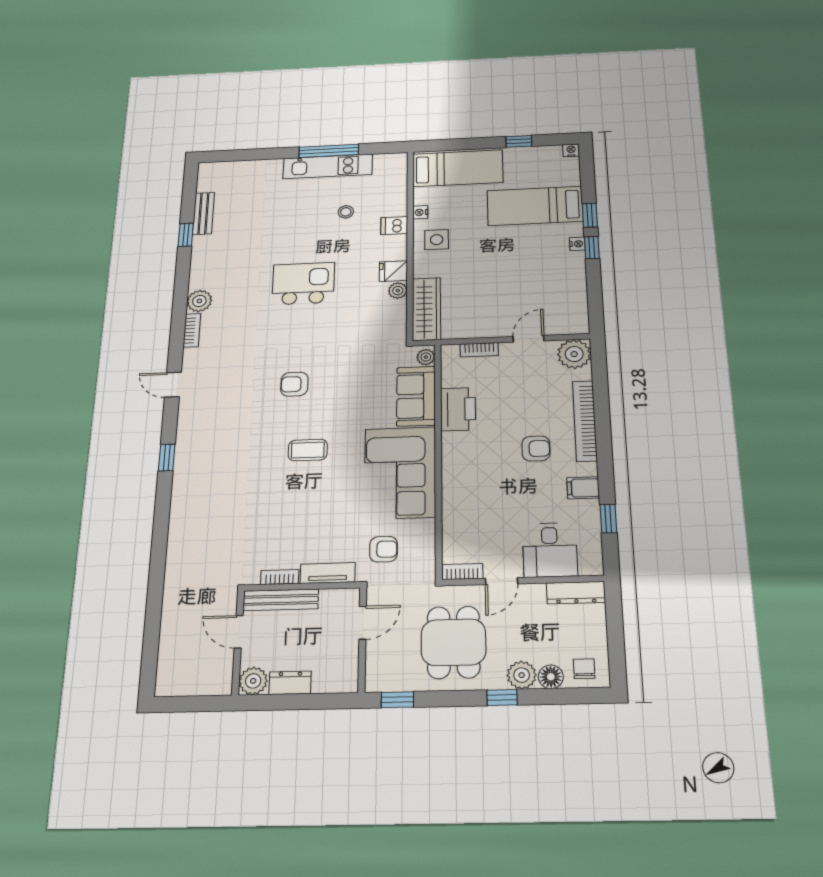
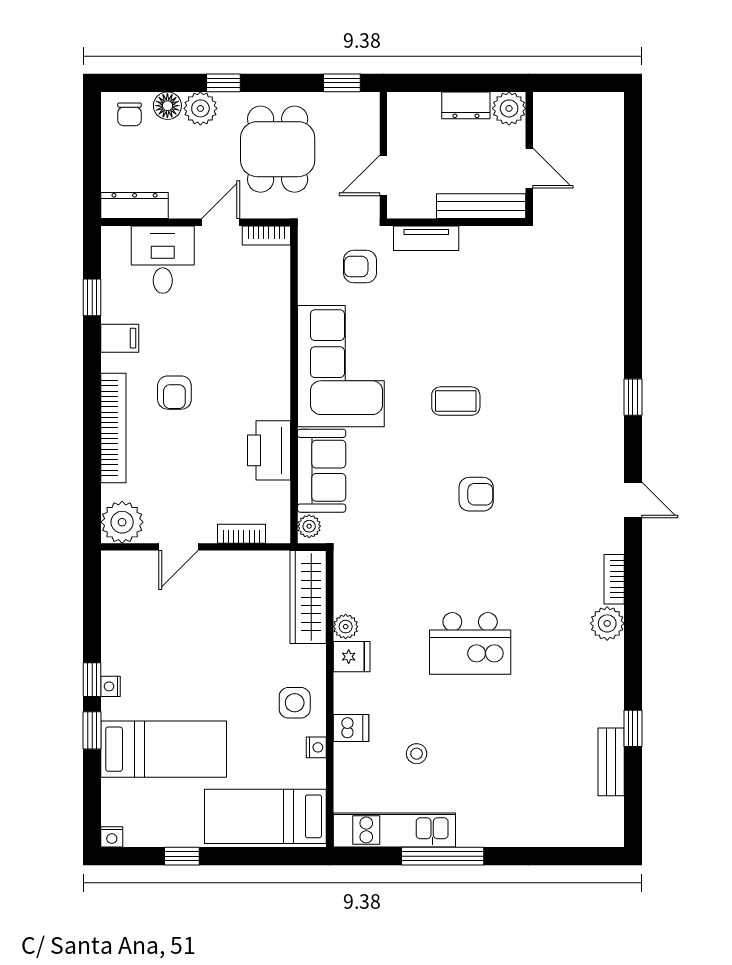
kitchen unit: (328, 166) -> (394, 830), moved
armchair: (536, 449) -> (174, 393), turned -90
bookcase: (280, 577) -> (484, 235), removed

